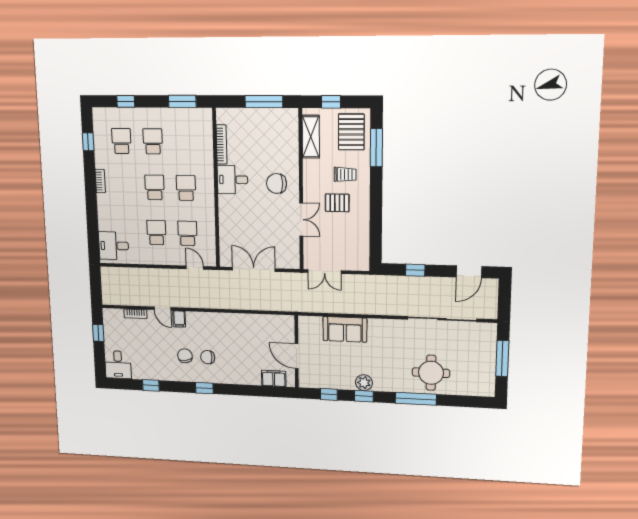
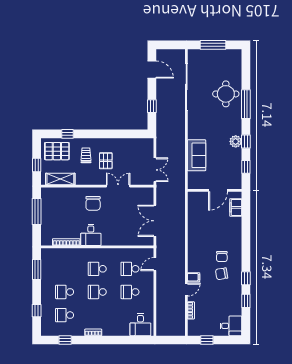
window: (376, 148) -> (67, 134), width x0.46
window: (204, 388) -> (246, 278), moved

